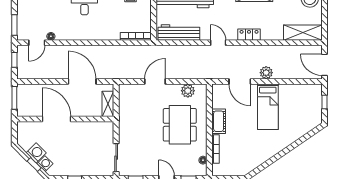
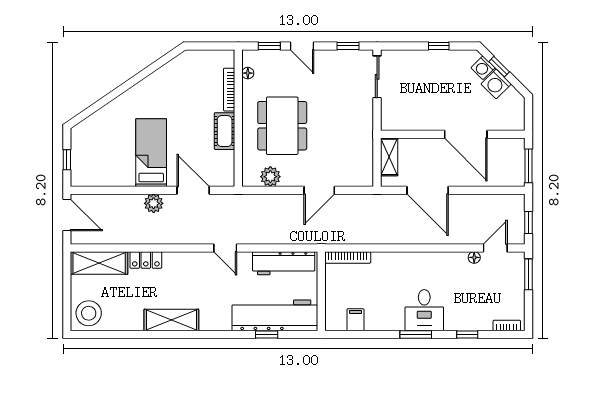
locker: (249, 35) -> (146, 260), moved

